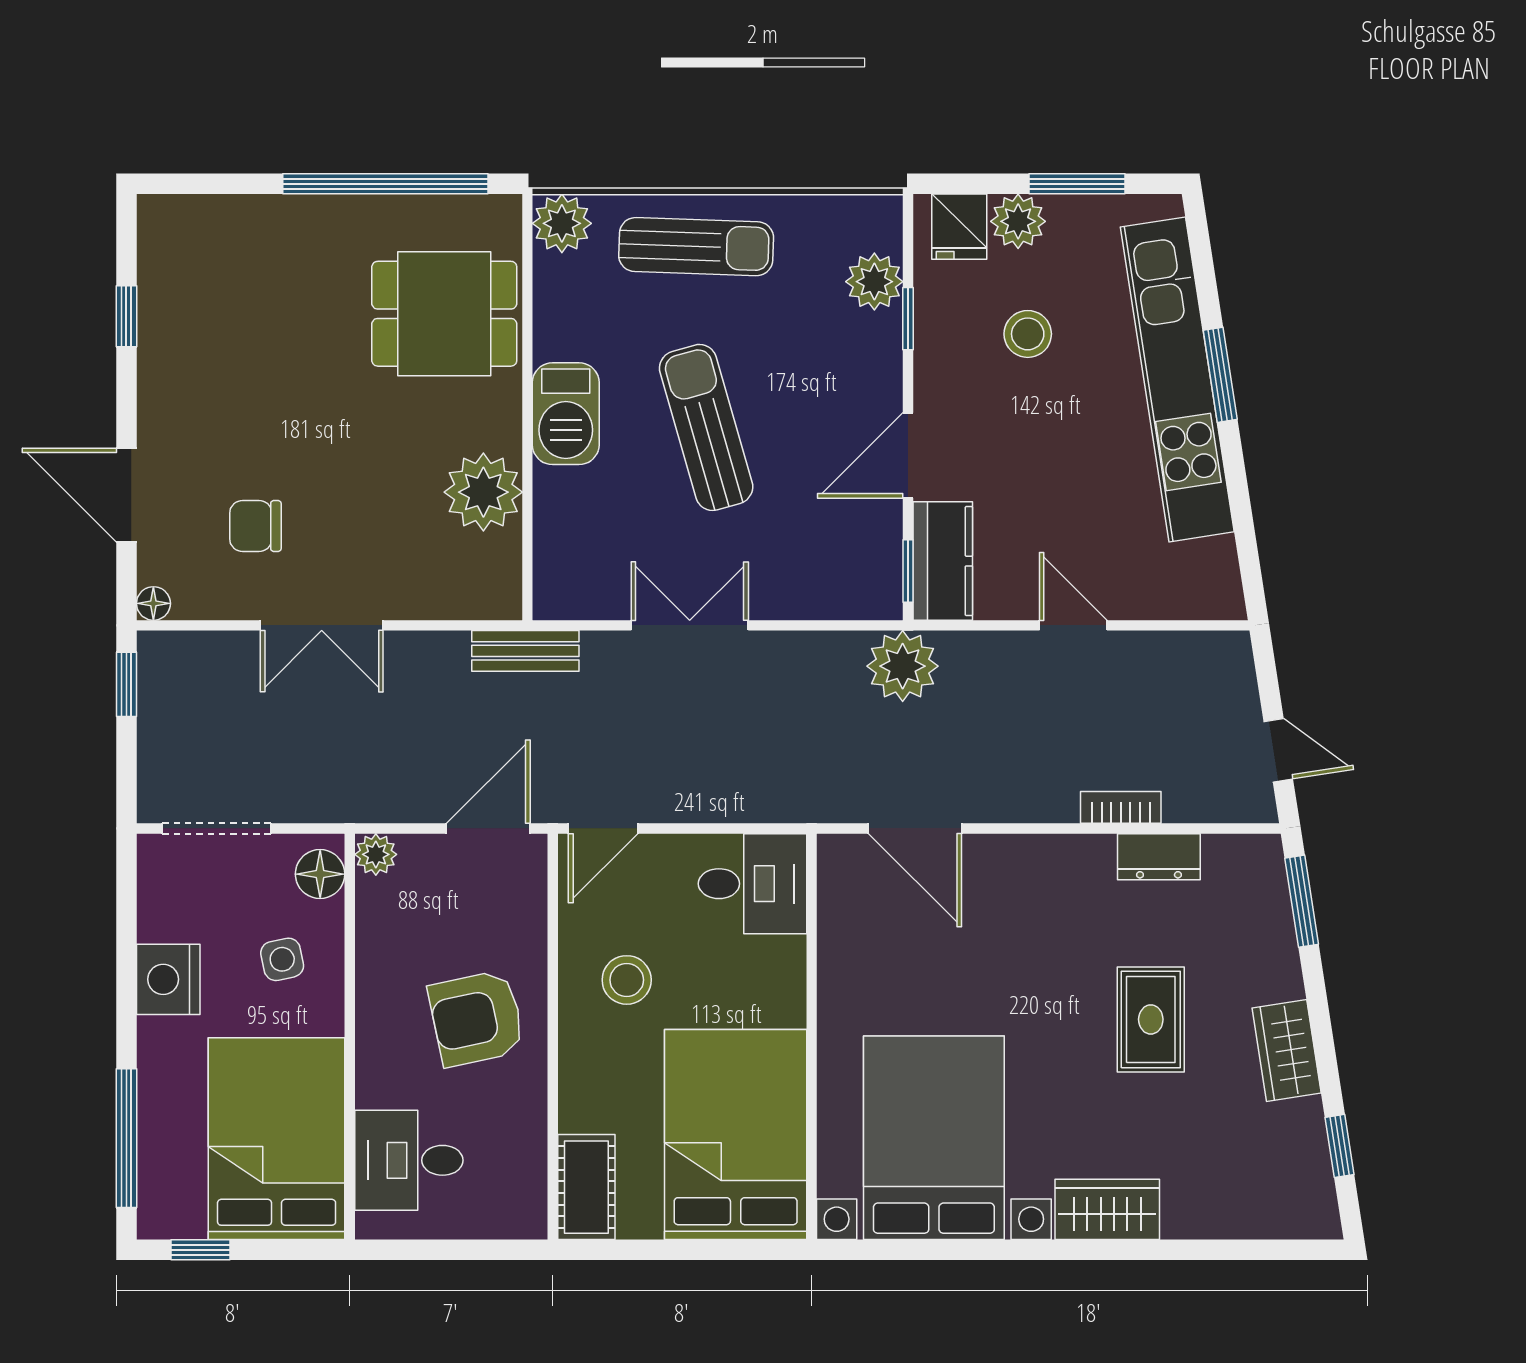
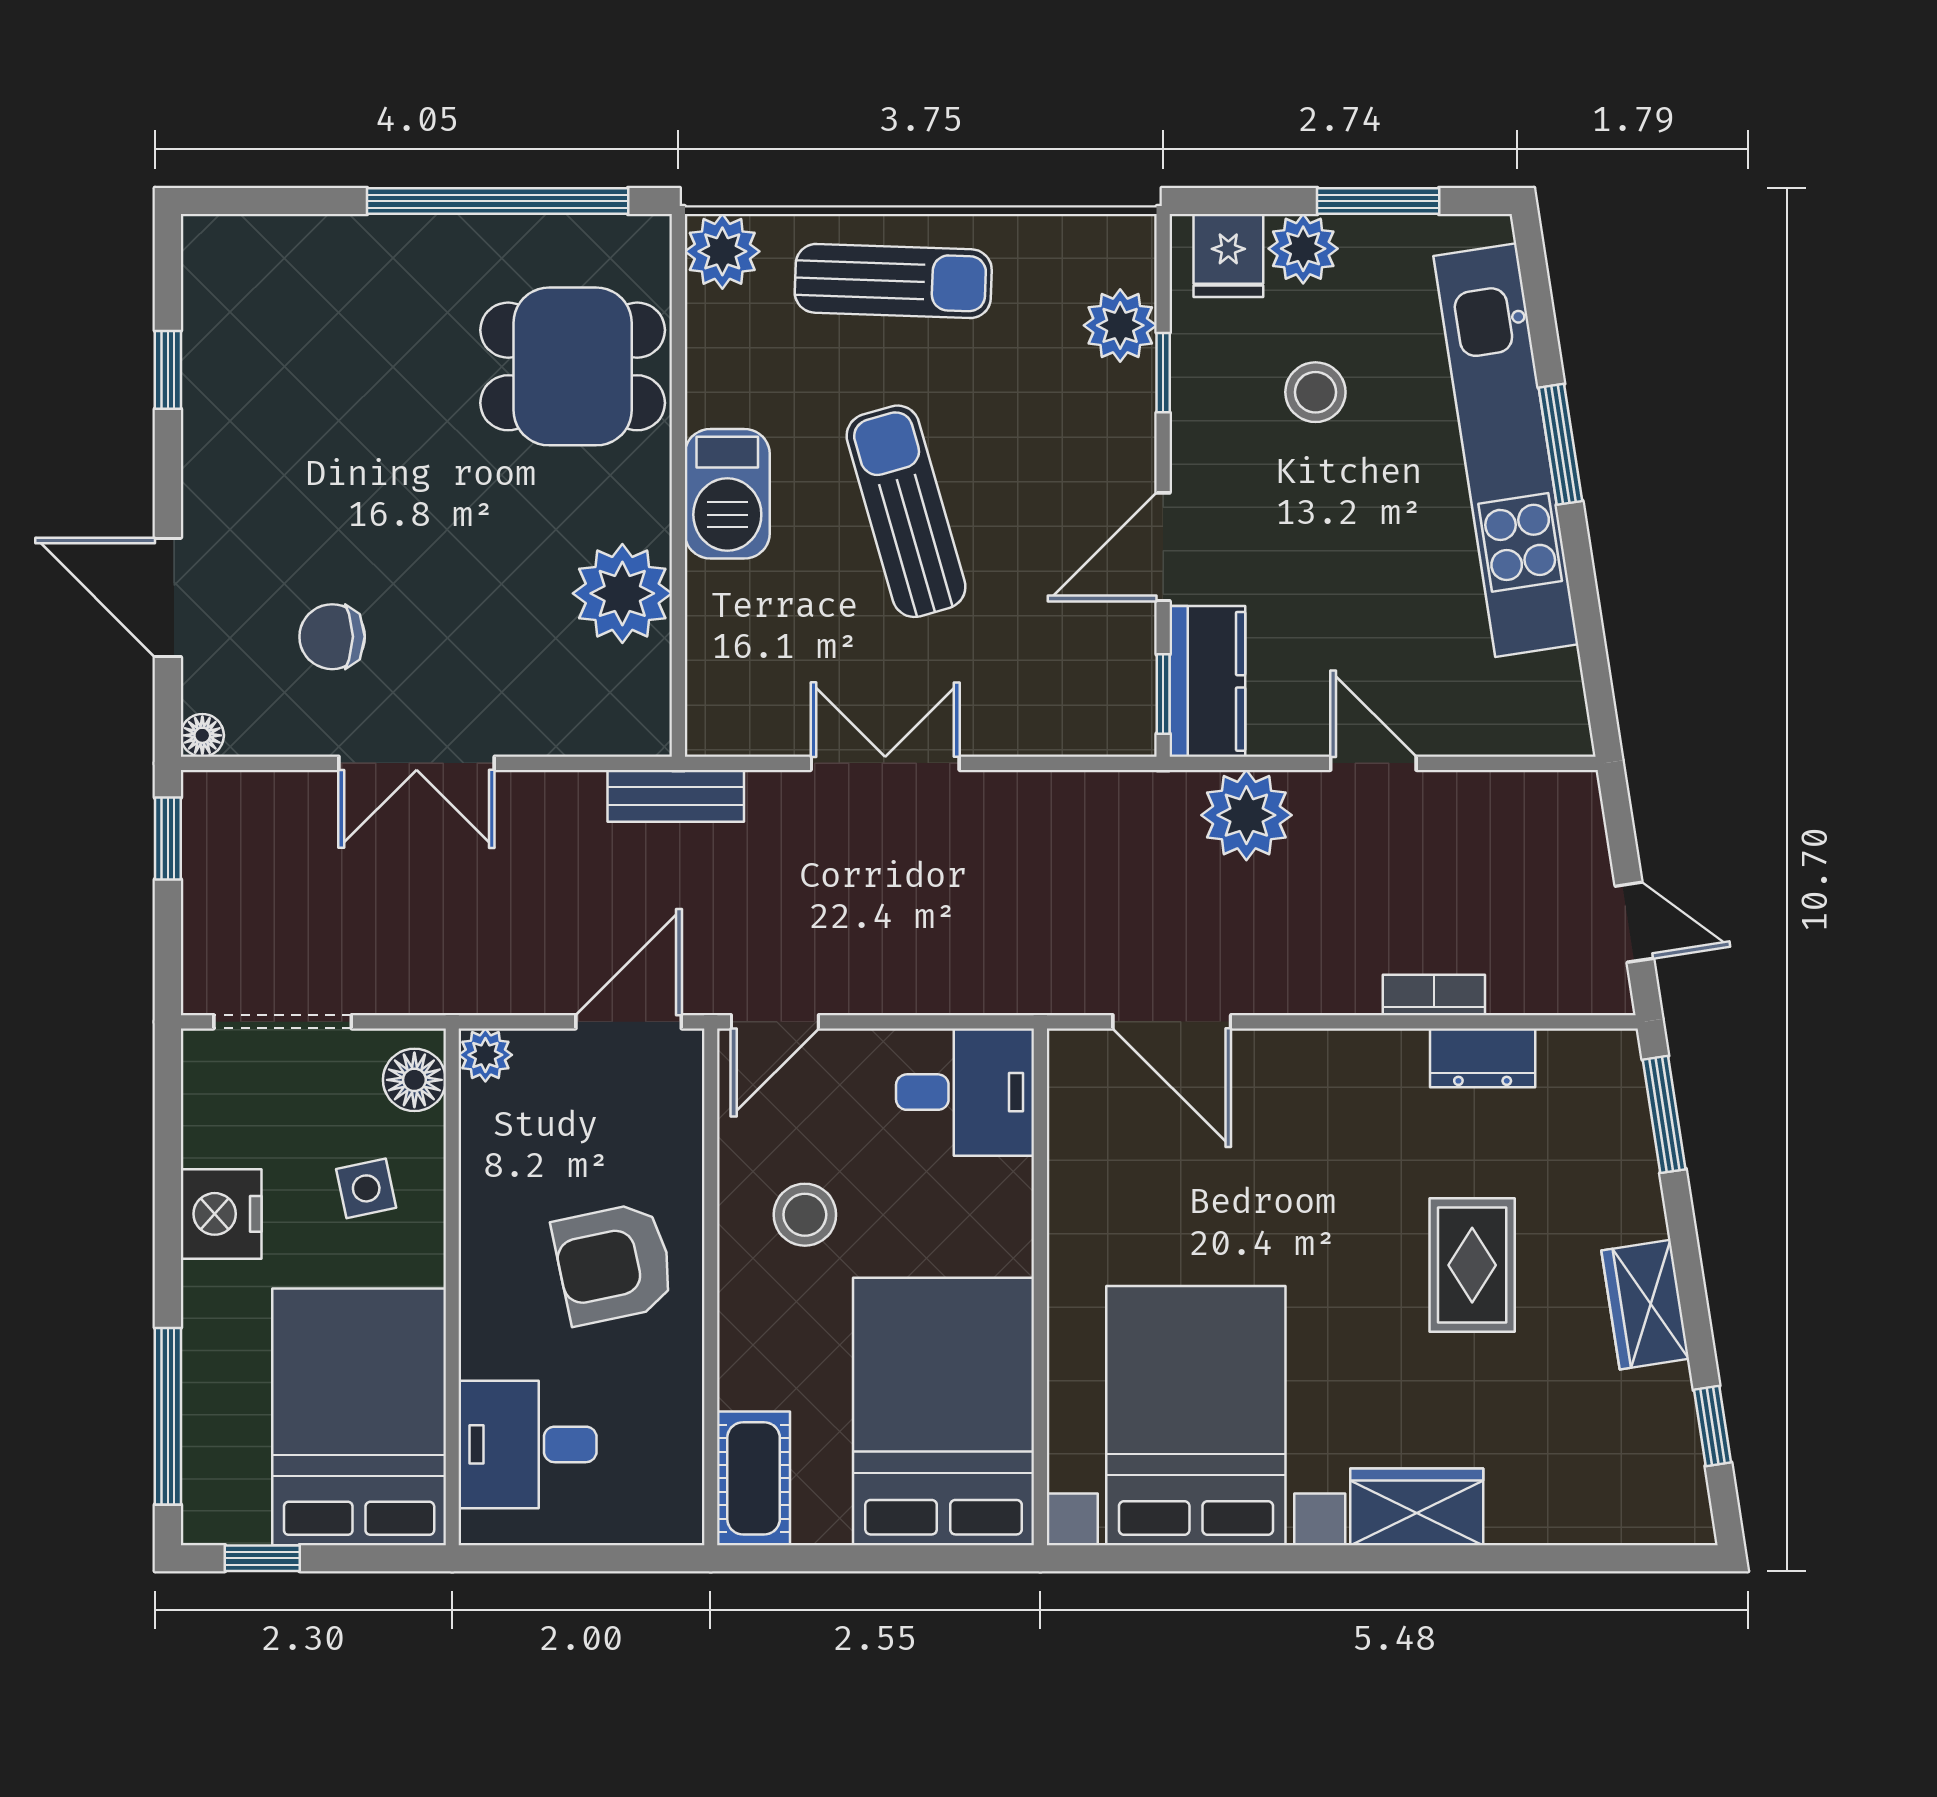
plant: (903, 666) -> (1246, 815), moved

